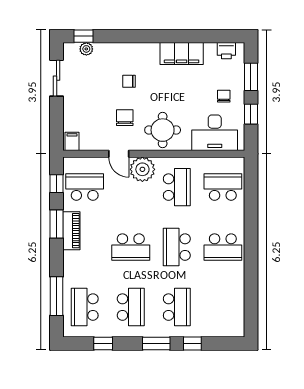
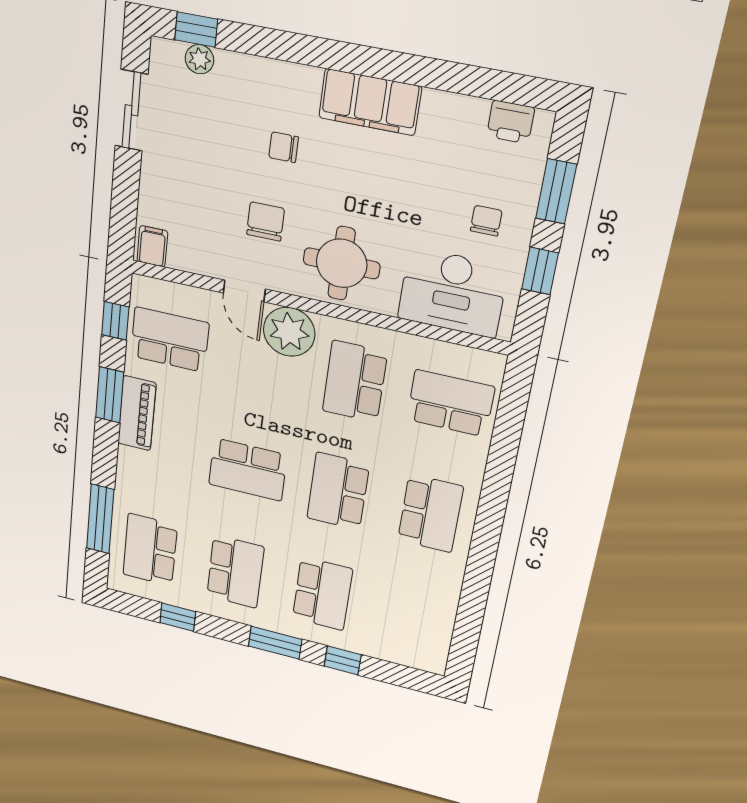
filing cabinet: (182, 54) -> (370, 102), moved
school desk: (177, 187) -> (355, 382), turned 180
school desk: (223, 247) -> (430, 513), turned -90

